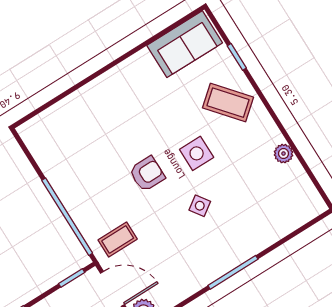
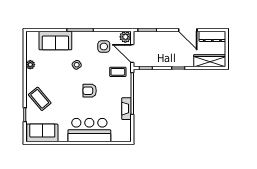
bar counter: (103, 102) -> (89, 130), added
side table: (197, 153) -> (104, 47), moved
fireplace: (61, 183) -> (127, 109), added
sofa: (266, 225) -> (55, 40), added

